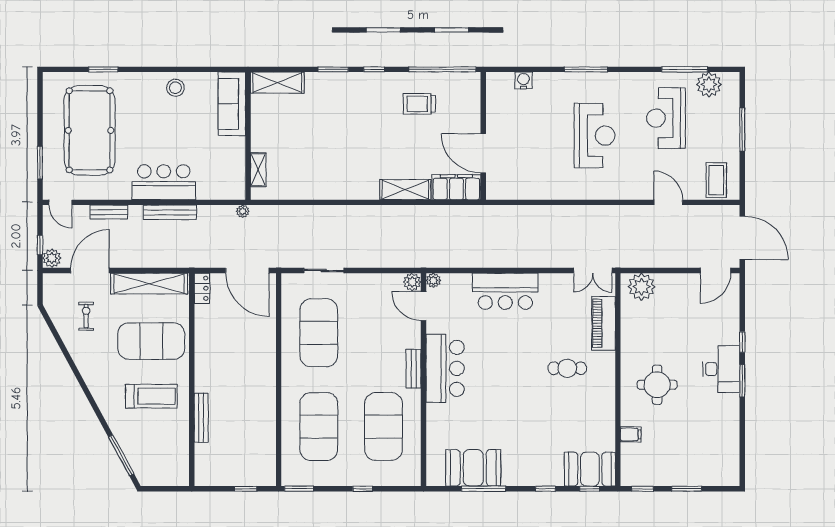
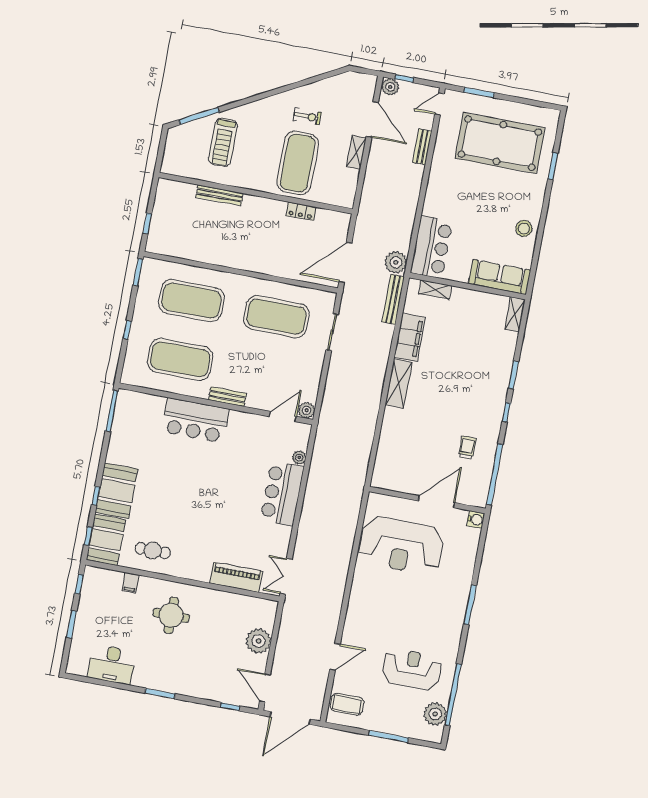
window: (685, 69) -> (453, 695), width x1.46
water cooler: (523, 80) -> (476, 520), moved
shelving: (277, 83) -> (515, 314), width x0.67, depth x0.75
trolley: (419, 104) -> (467, 447), width x0.73, depth x0.72
reception desk: (595, 136) -> (401, 545), moved, width x1.36, depth x1.30
door: (483, 153) -> (437, 502), moved
bar counter: (164, 182) -> (431, 247), moved
filing cabinet: (456, 187) -> (410, 337), moved
shelving: (405, 190) -> (399, 383), moved
plant: (243, 211) -> (396, 262), width x1.88, depth x1.88
bench: (170, 212) -> (393, 299), moved
plant: (433, 280) -> (299, 458), moved
shelving: (149, 284) -> (356, 152), width x0.45, depth x0.75
plant: (642, 287) -> (259, 641), moved
locker: (202, 288) -> (301, 211), moved
exercise bike: (86, 316) -> (307, 116), moved
window: (742, 342) -> (230, 707), moved
bar counter: (445, 368) -> (195, 420), moved
cafe table: (567, 368) -> (153, 551), moved, turned 90
desk: (721, 369) -> (112, 664), moved
treadmill: (151, 396) -> (223, 142), moved
booth: (473, 468) -> (116, 491), moved
window: (484, 489) -> (112, 411), moved

